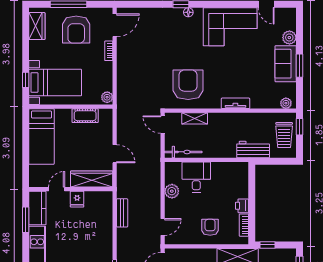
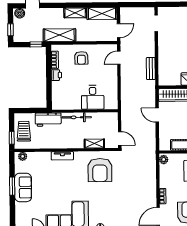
plant: (289, 38) -> (20, 208), removed
bicycle: (183, 152) -> (77, 117), moved
plant: (172, 191) -> (112, 86), removed

